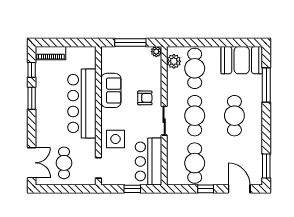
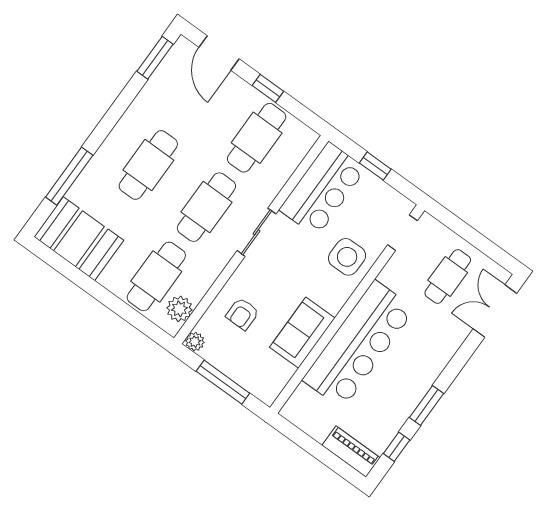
armchair: (145, 98) -> (242, 314), moved, turned -90

